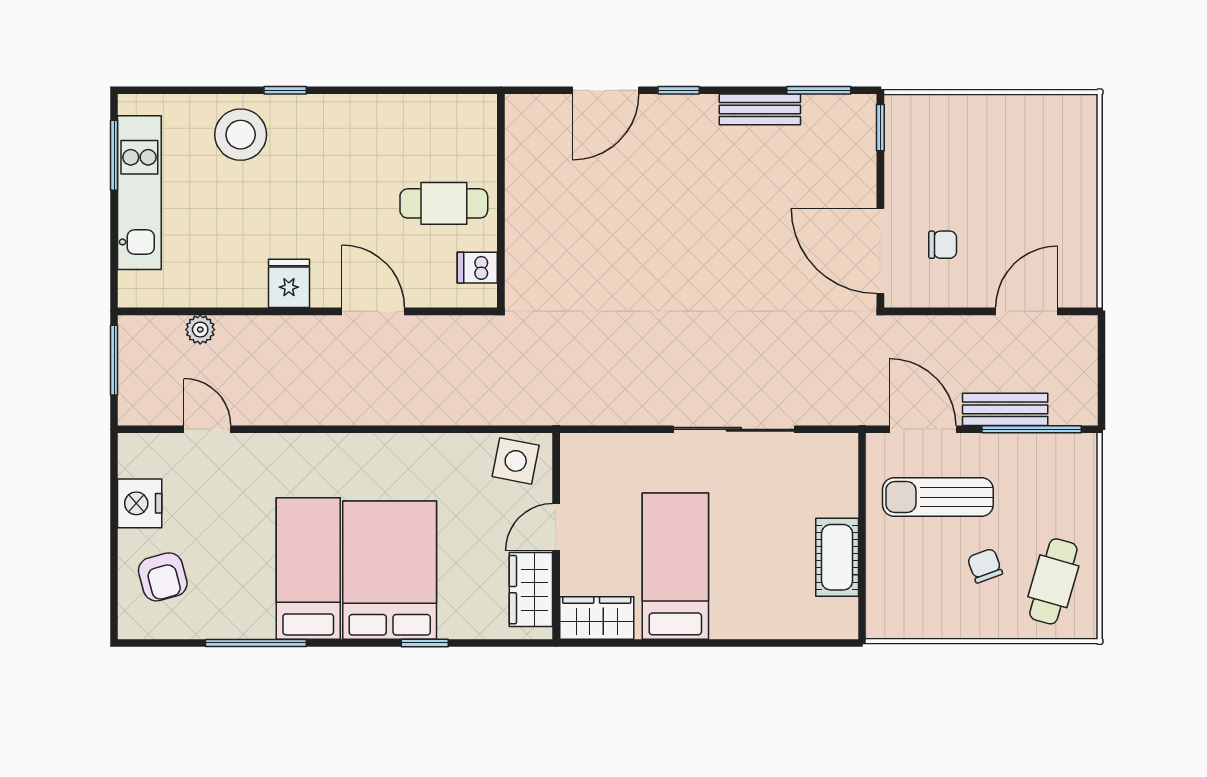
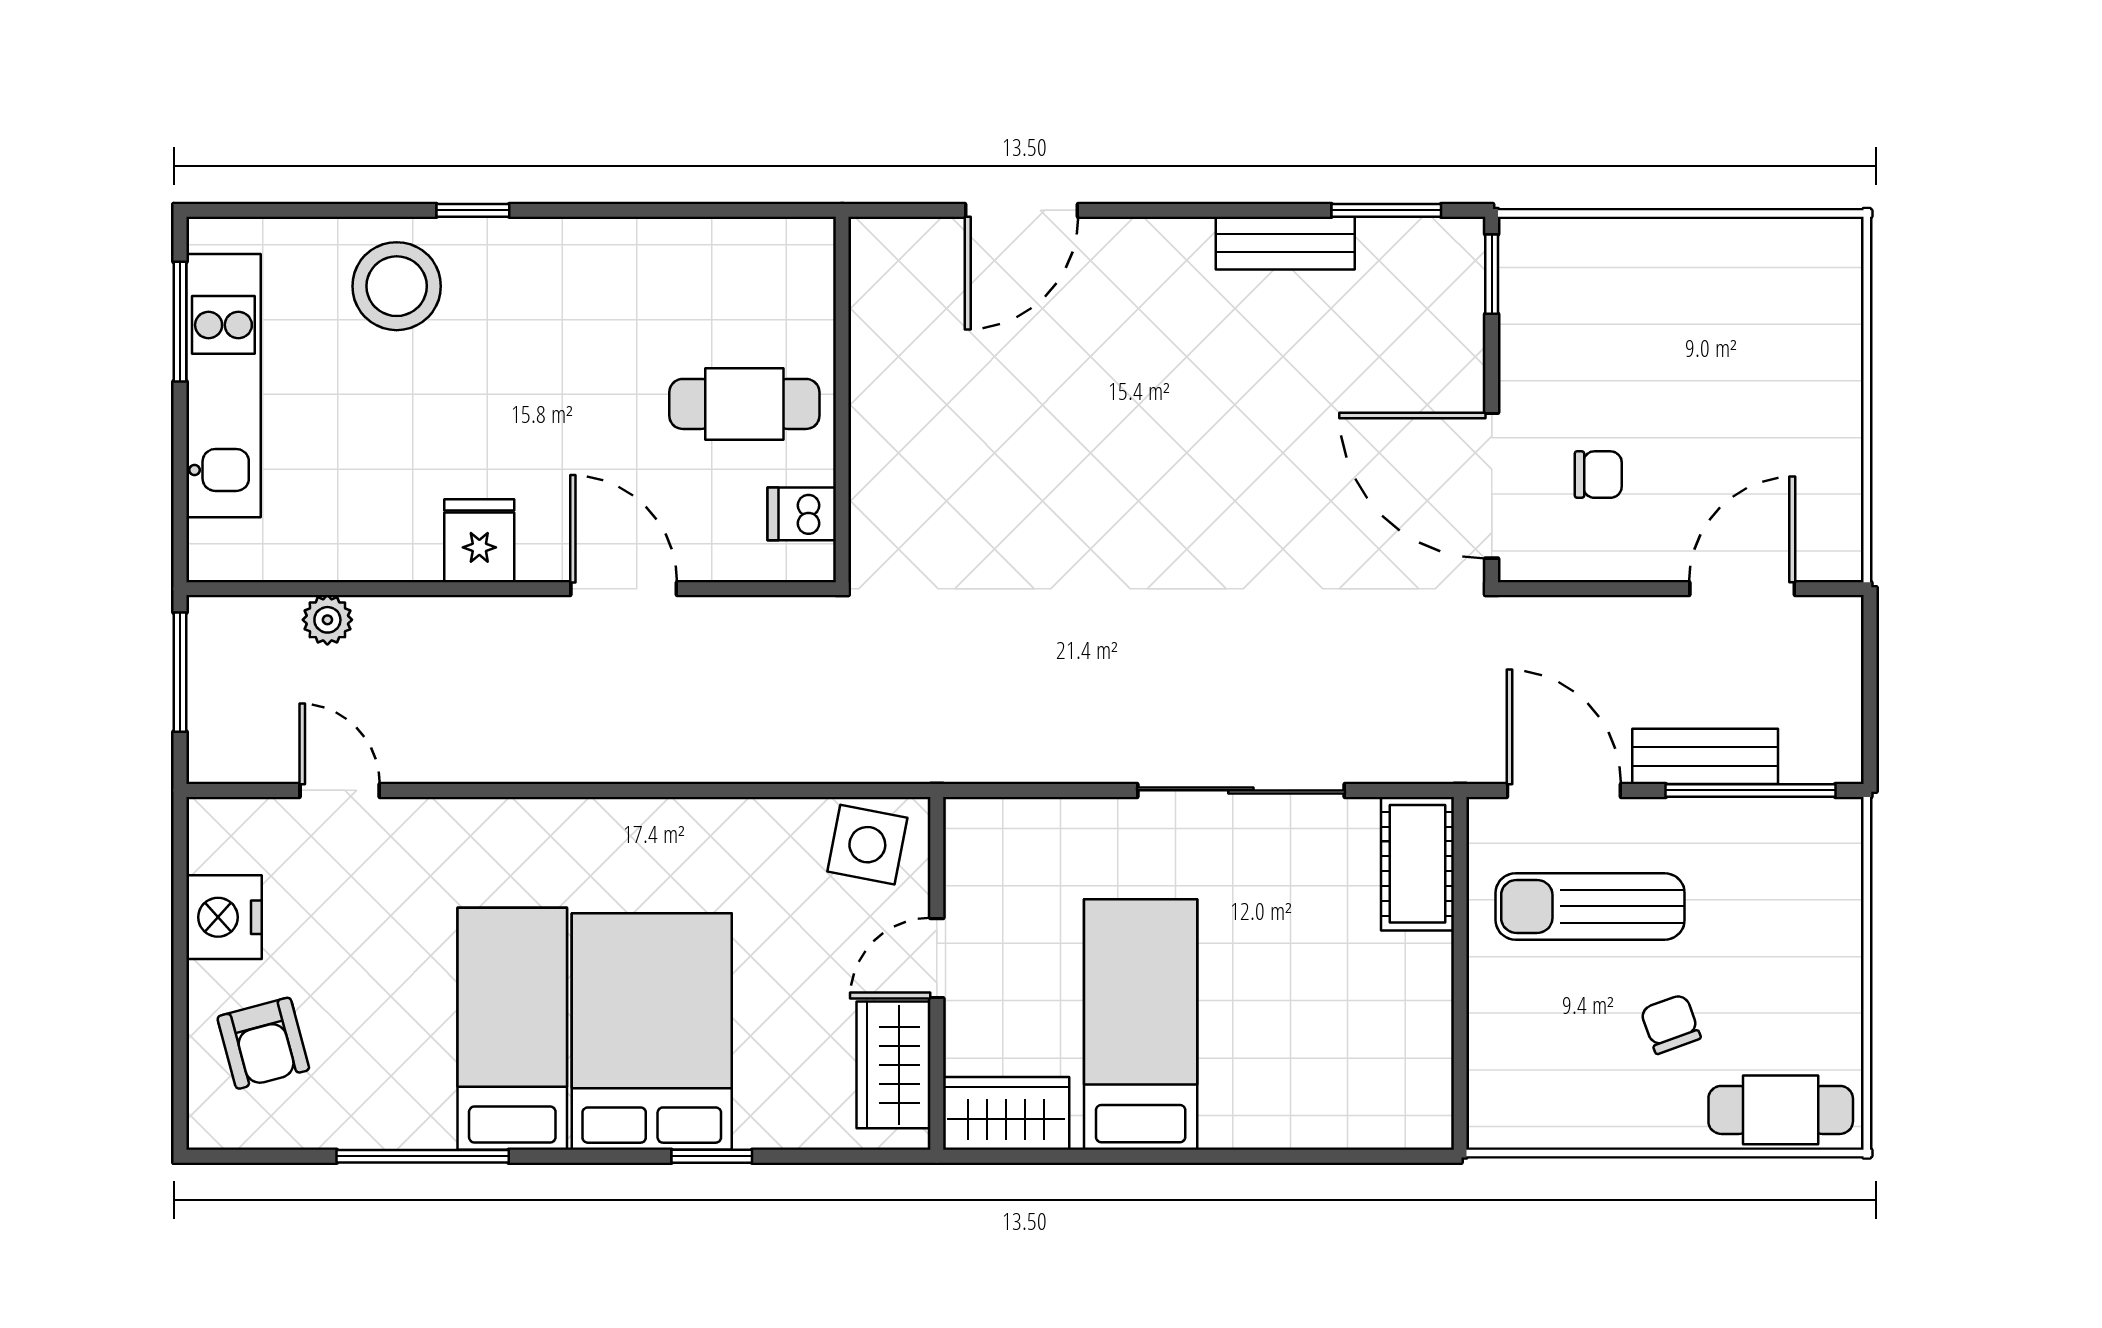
window: (679, 90) -> (1146, 210), removed
cot: (837, 557) -> (1417, 864), moved
cafe table: (1053, 581) -> (1781, 1110), moved, turned 74

